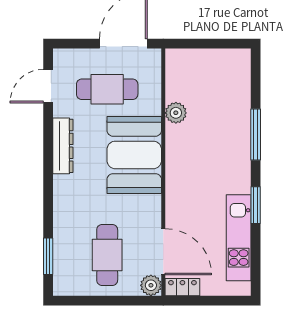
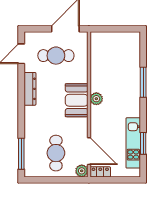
plant: (176, 113) -> (96, 99), moved
booth: (134, 155) -> (77, 100), width x0.73, depth x0.70
window: (256, 205) -> (143, 143), moved
window: (48, 256) -> (21, 154), width x1.44

